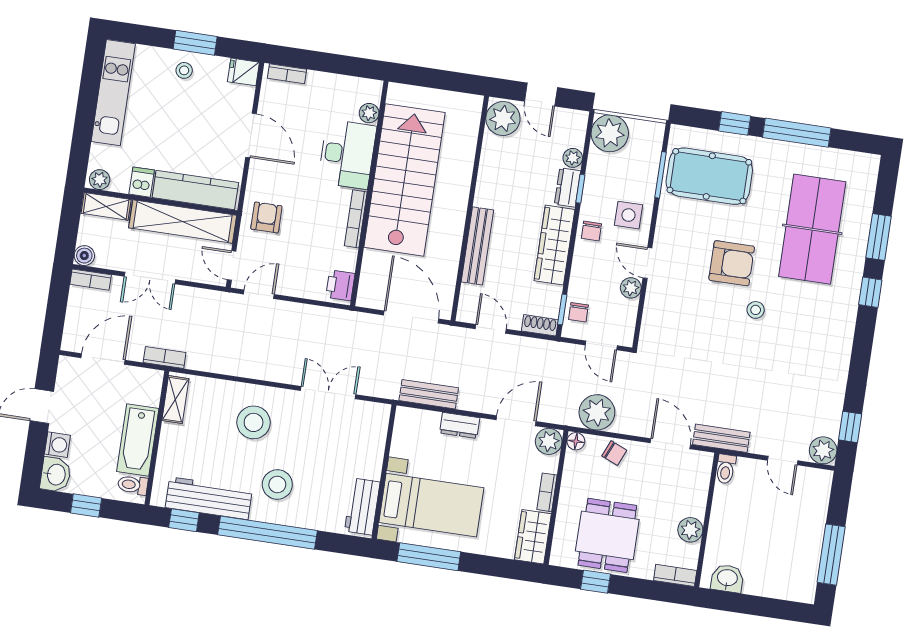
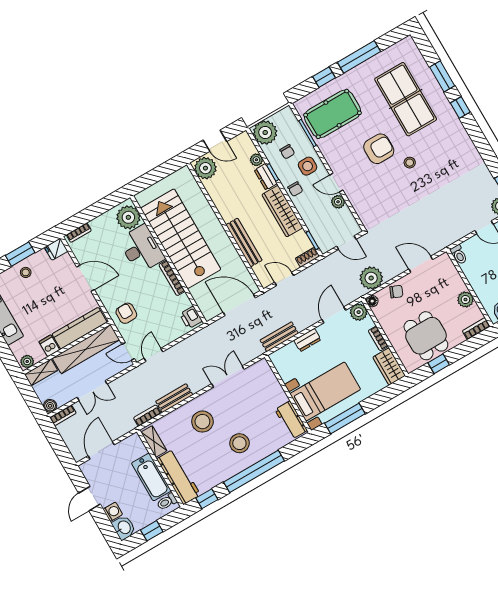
plant: (369, 113) -> (128, 217), width x1.88, depth x1.88
chair: (578, 312) -> (287, 152), moved
bookcase: (165, 357) -> (147, 416), moved
bench: (721, 438) -> (174, 398), moved
workbench: (209, 498) -> (179, 477), moved, turned 90

